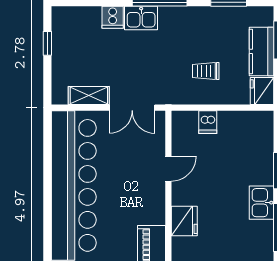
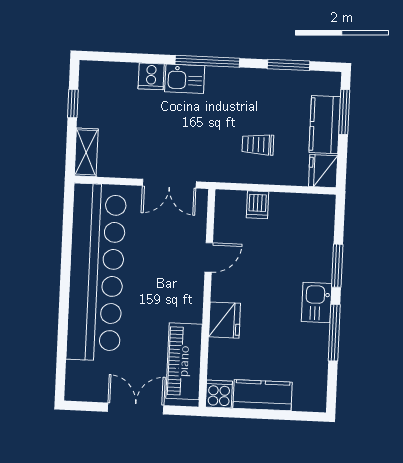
shelving: (89, 95) -> (86, 152), moved, turned 90

